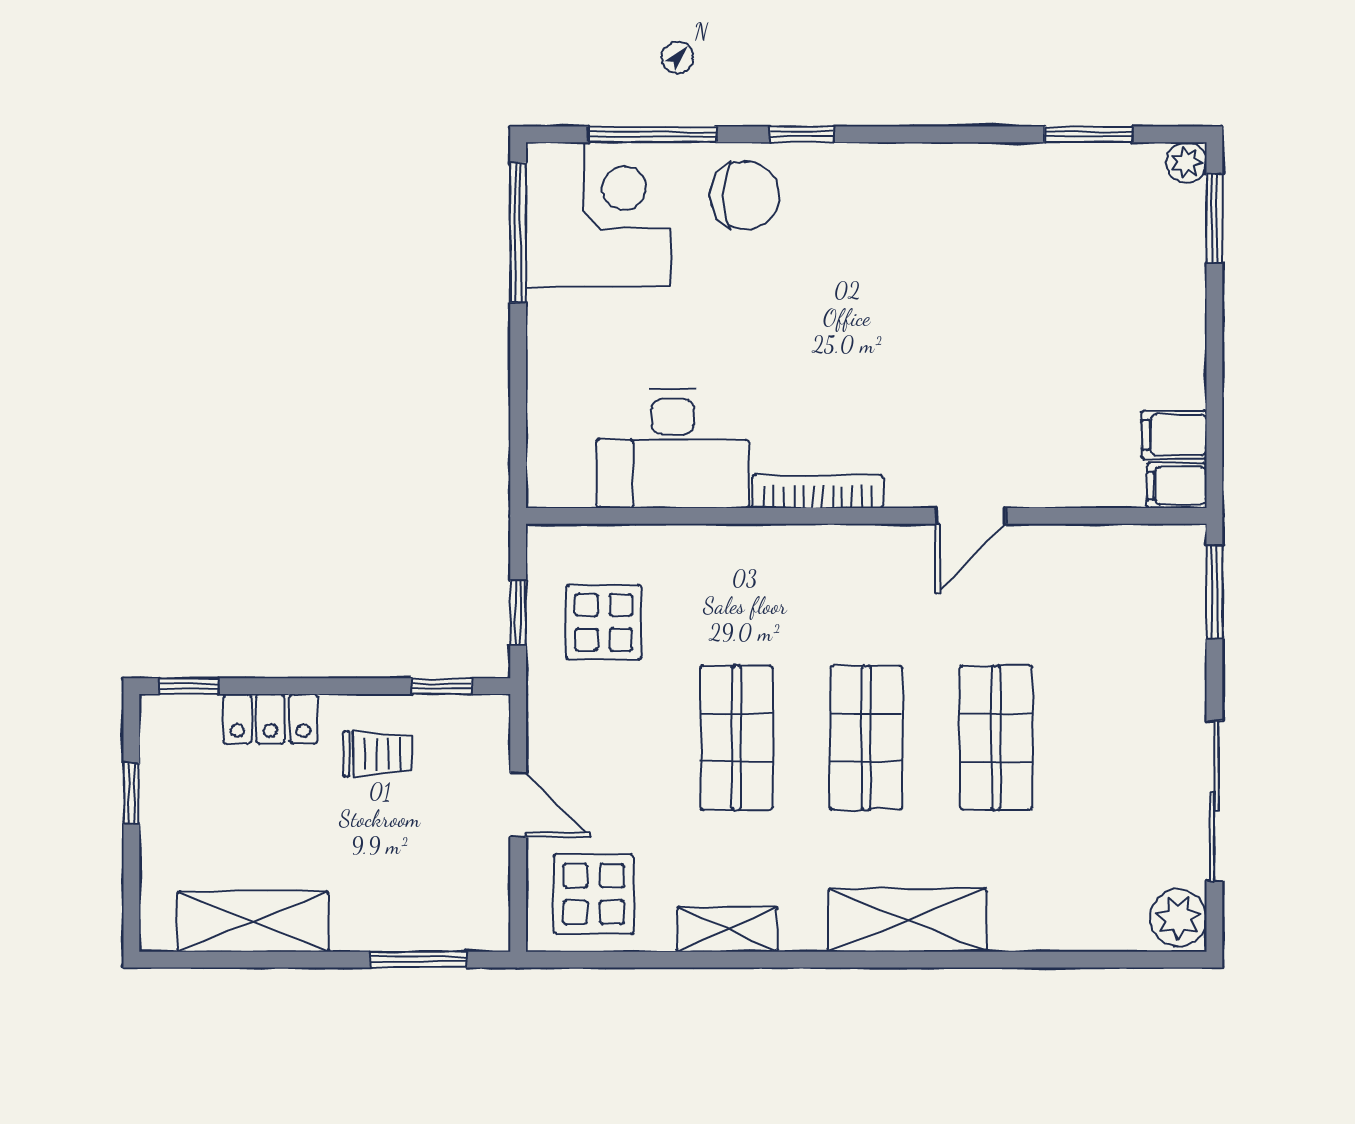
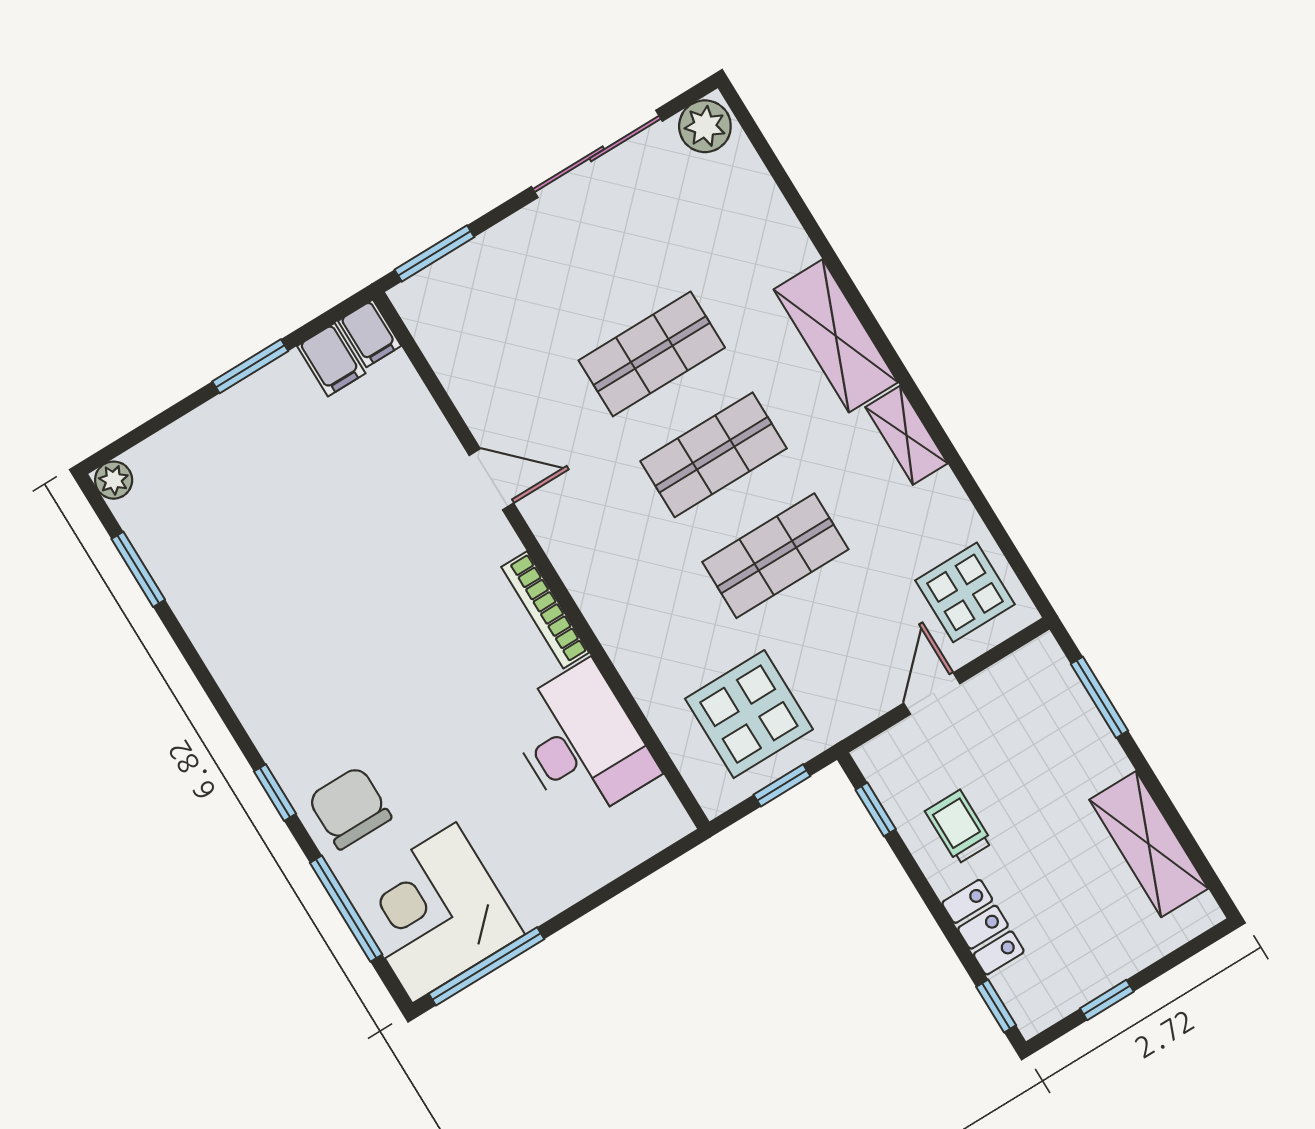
window: (1214, 218) -> (250, 366), moved
display table: (604, 622) -> (749, 714), width x1.36, depth x1.36
shelving: (727, 929) -> (906, 435), moved

